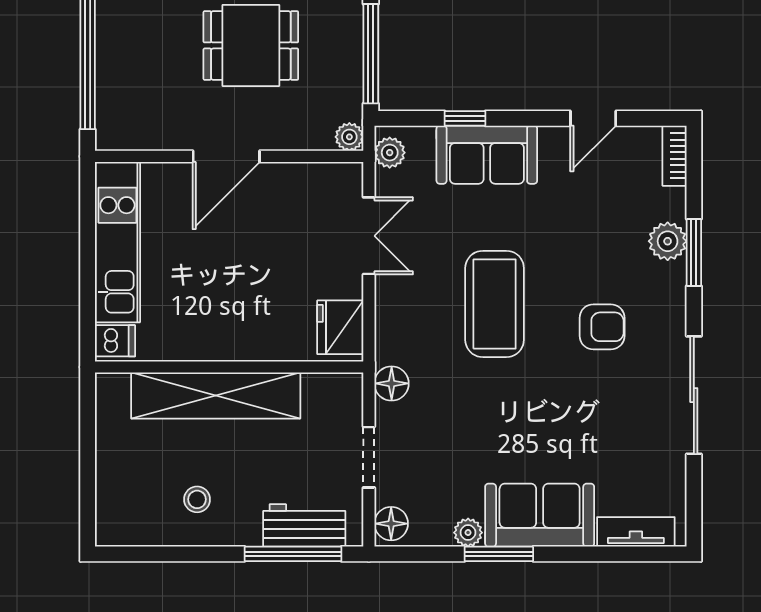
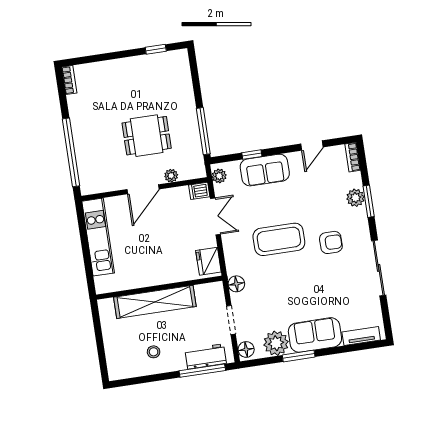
plant: (349, 137) -> (171, 176), moved
coffee table: (495, 304) -> (279, 239), turned 90
dishwasher: (115, 341) -> (199, 191), moved, turned 180
plant: (468, 533) -> (276, 343), width x1.88, depth x1.88

